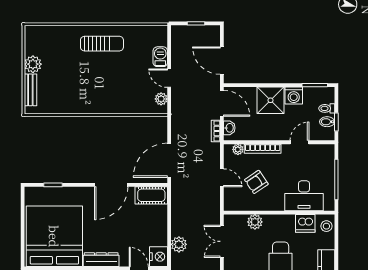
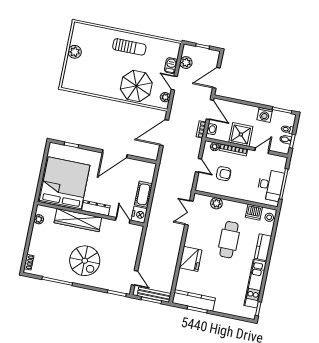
door: (222, 61) -> (216, 78), hinge flipped
bench: (30, 90) -> (69, 71), removed
parasol: (121, 92) -> (136, 86), added
shower: (270, 100) -> (241, 134), moved
door: (169, 160) -> (164, 133), moved
armchair: (256, 182) -> (224, 174), turned -146
cot: (151, 195) -> (143, 194), moved, turned 90
desk: (304, 196) -> (270, 185), moved, turned -90
plant: (179, 244) -> (186, 63), moved

